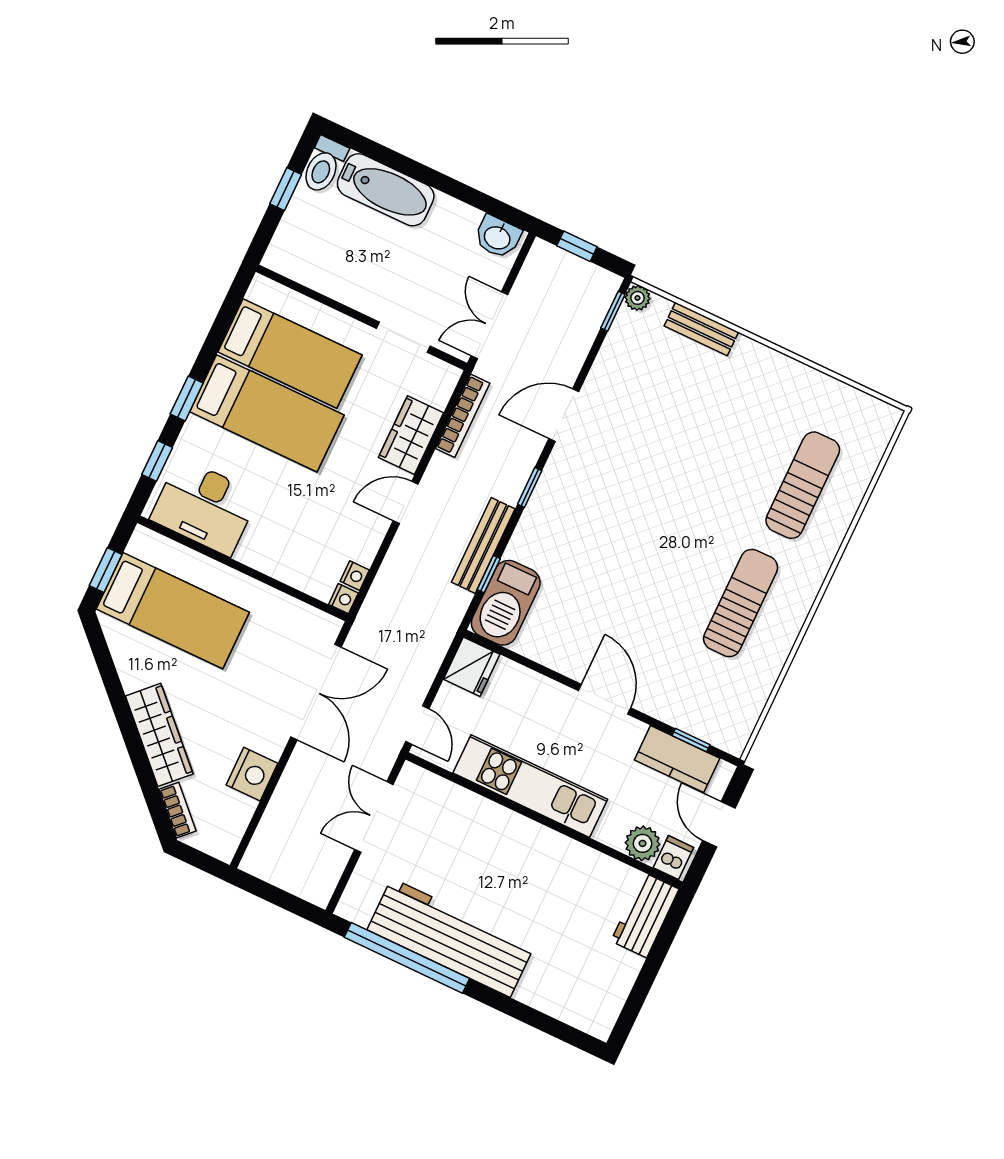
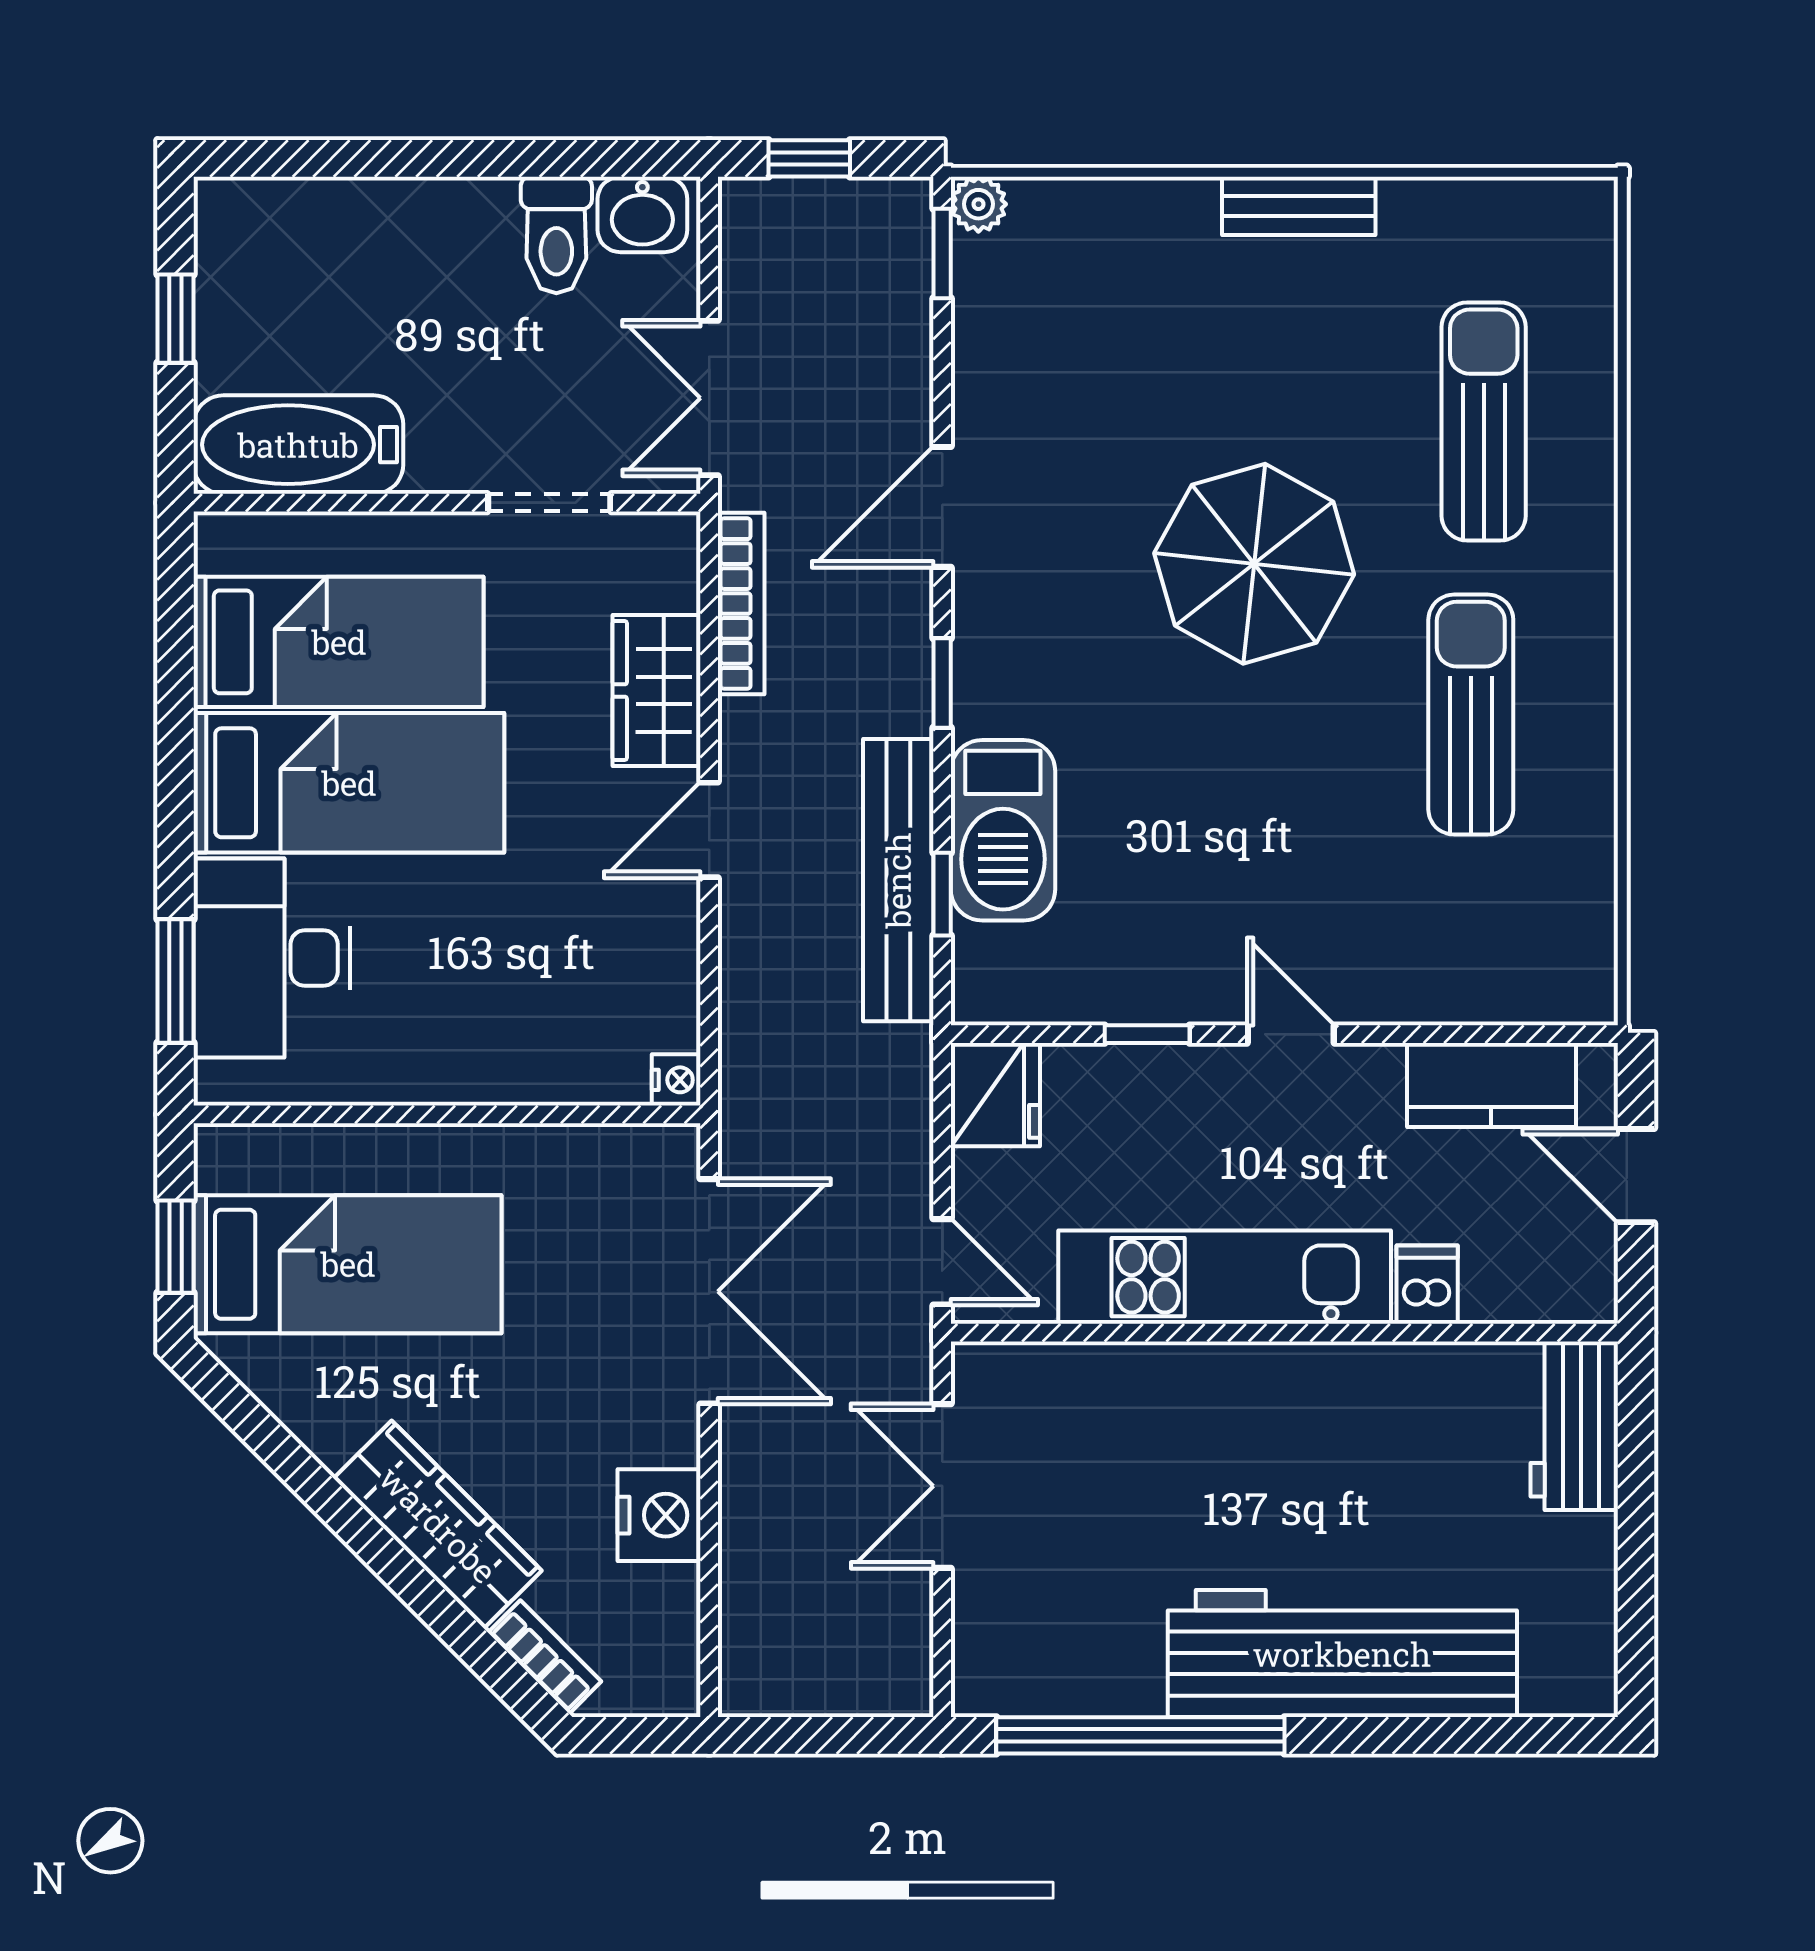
toilet: (324, 165) -> (556, 235), moved
bathtub: (386, 190) -> (298, 445), moved, turned 180
bench: (701, 329) -> (1299, 206), moved
window: (187, 398) -> (175, 829), removed
window: (157, 461) -> (175, 981), width x1.50
parasol: (681, 499) -> (1254, 564), added
desk: (205, 507) -> (272, 958), moved, turned 90
bench: (483, 545) -> (898, 880), width x1.37, depth x1.21
nightstand: (355, 576) -> (677, 1023), removed
barbecue: (506, 603) -> (1003, 830), moved
door: (605, 699) -> (1291, 1034), width x0.73
window: (691, 740) -> (1147, 1034), moved
plant: (643, 843) -> (1502, 1286), removed
dishwasher: (673, 858) -> (1427, 1285), moved
workbench: (451, 938) -> (1342, 1654), moved

